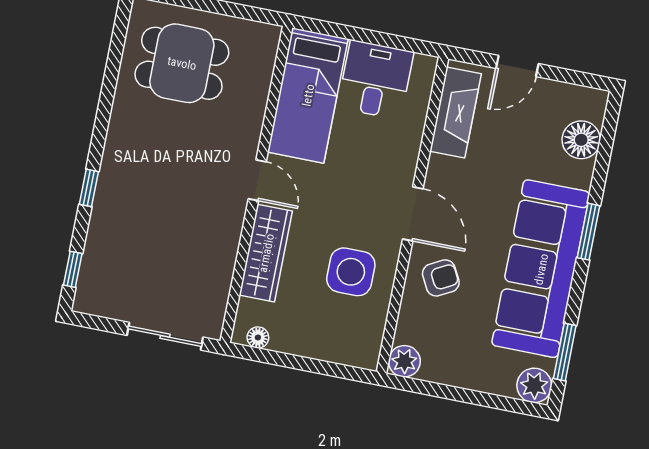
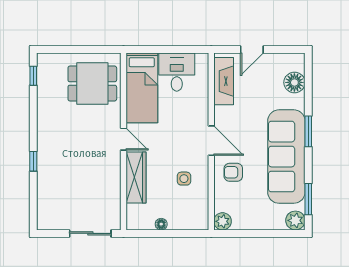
dining table: (182, 63) -> (92, 83), moved
window: (73, 269) -> (33, 76), moved
side table: (351, 272) -> (184, 179), width x0.54, depth x0.54
armchair: (441, 278) -> (233, 172), turned -152
floor lamp: (258, 337) -> (161, 224), moved

